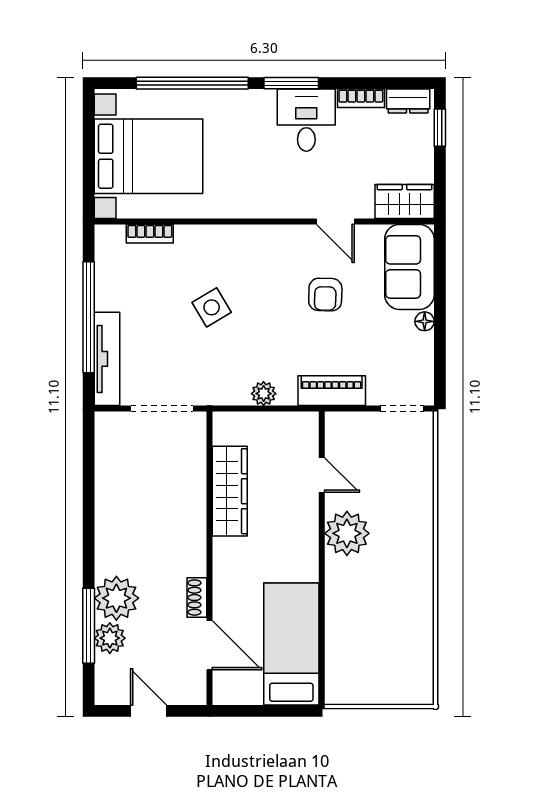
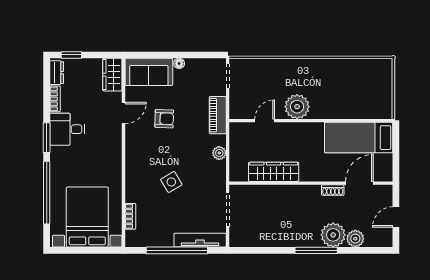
window: (89, 626) -> (316, 250), moved

